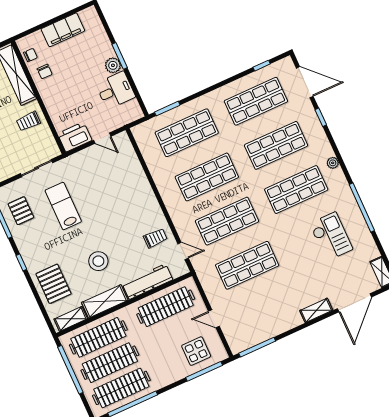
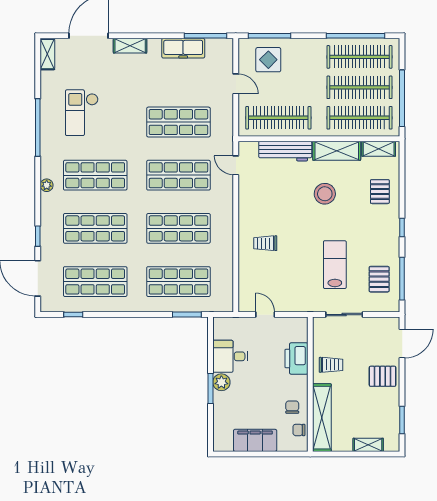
printer: (75, 137) -> (296, 359), moved, turned 90
lab bench: (63, 206) -> (335, 265), turned 180
trolley: (155, 238) -> (265, 243), moved
pallet: (53, 284) -> (380, 192), width x0.67, depth x0.71
freezer: (271, 328) -> (183, 48), added

